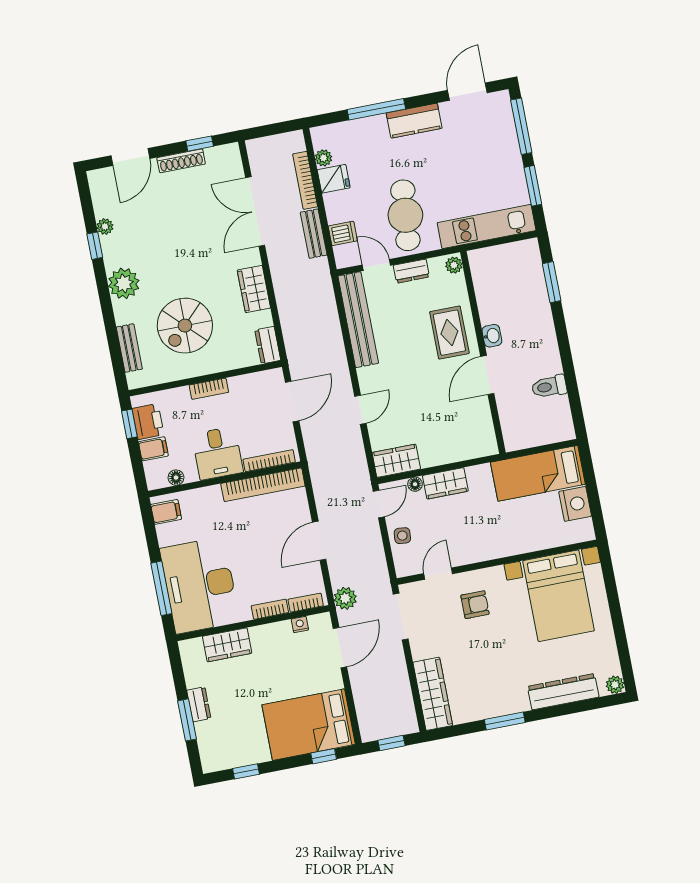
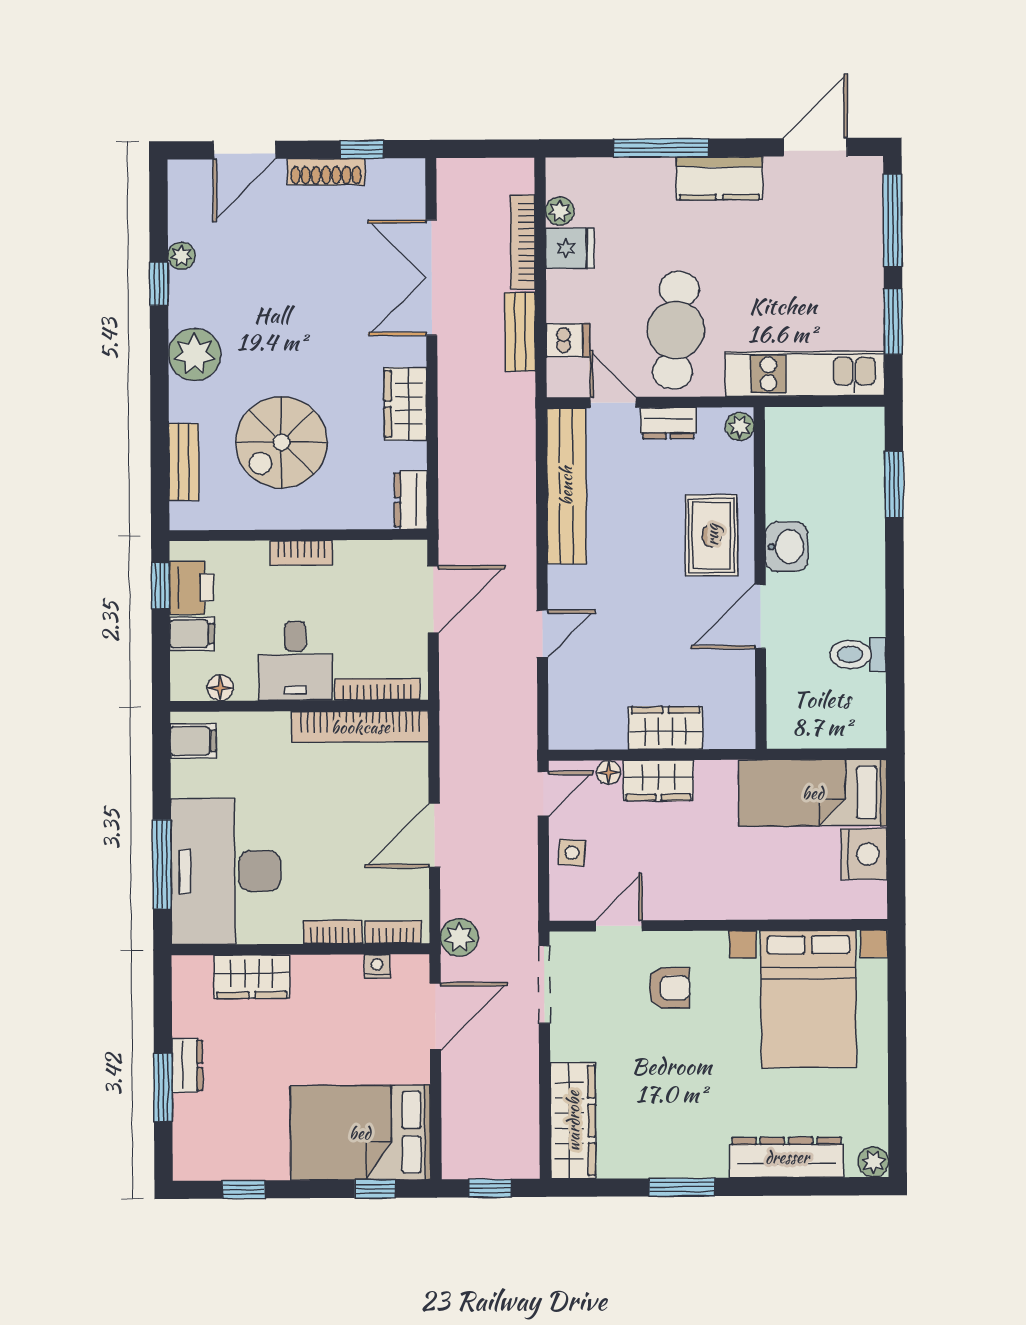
washbasin: (492, 336) -> (787, 547), width x1.38, depth x1.45
wardrobe: (396, 461) -> (666, 728), moved

